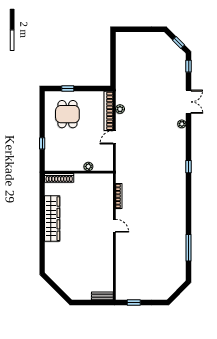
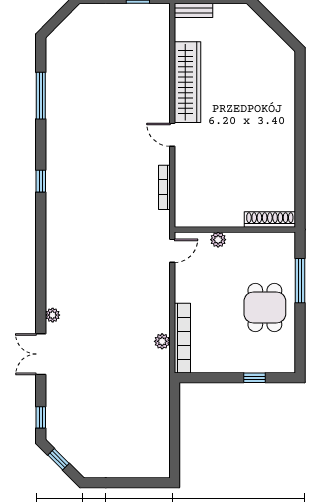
dining table: (67, 114) -> (265, 307), moved
door: (114, 137) -> (172, 251), moved
window: (42, 143) -> (300, 281), width x2.17
window: (189, 167) -> (41, 181), moved
wardrobe: (52, 219) -> (188, 82), moved, turned 180

